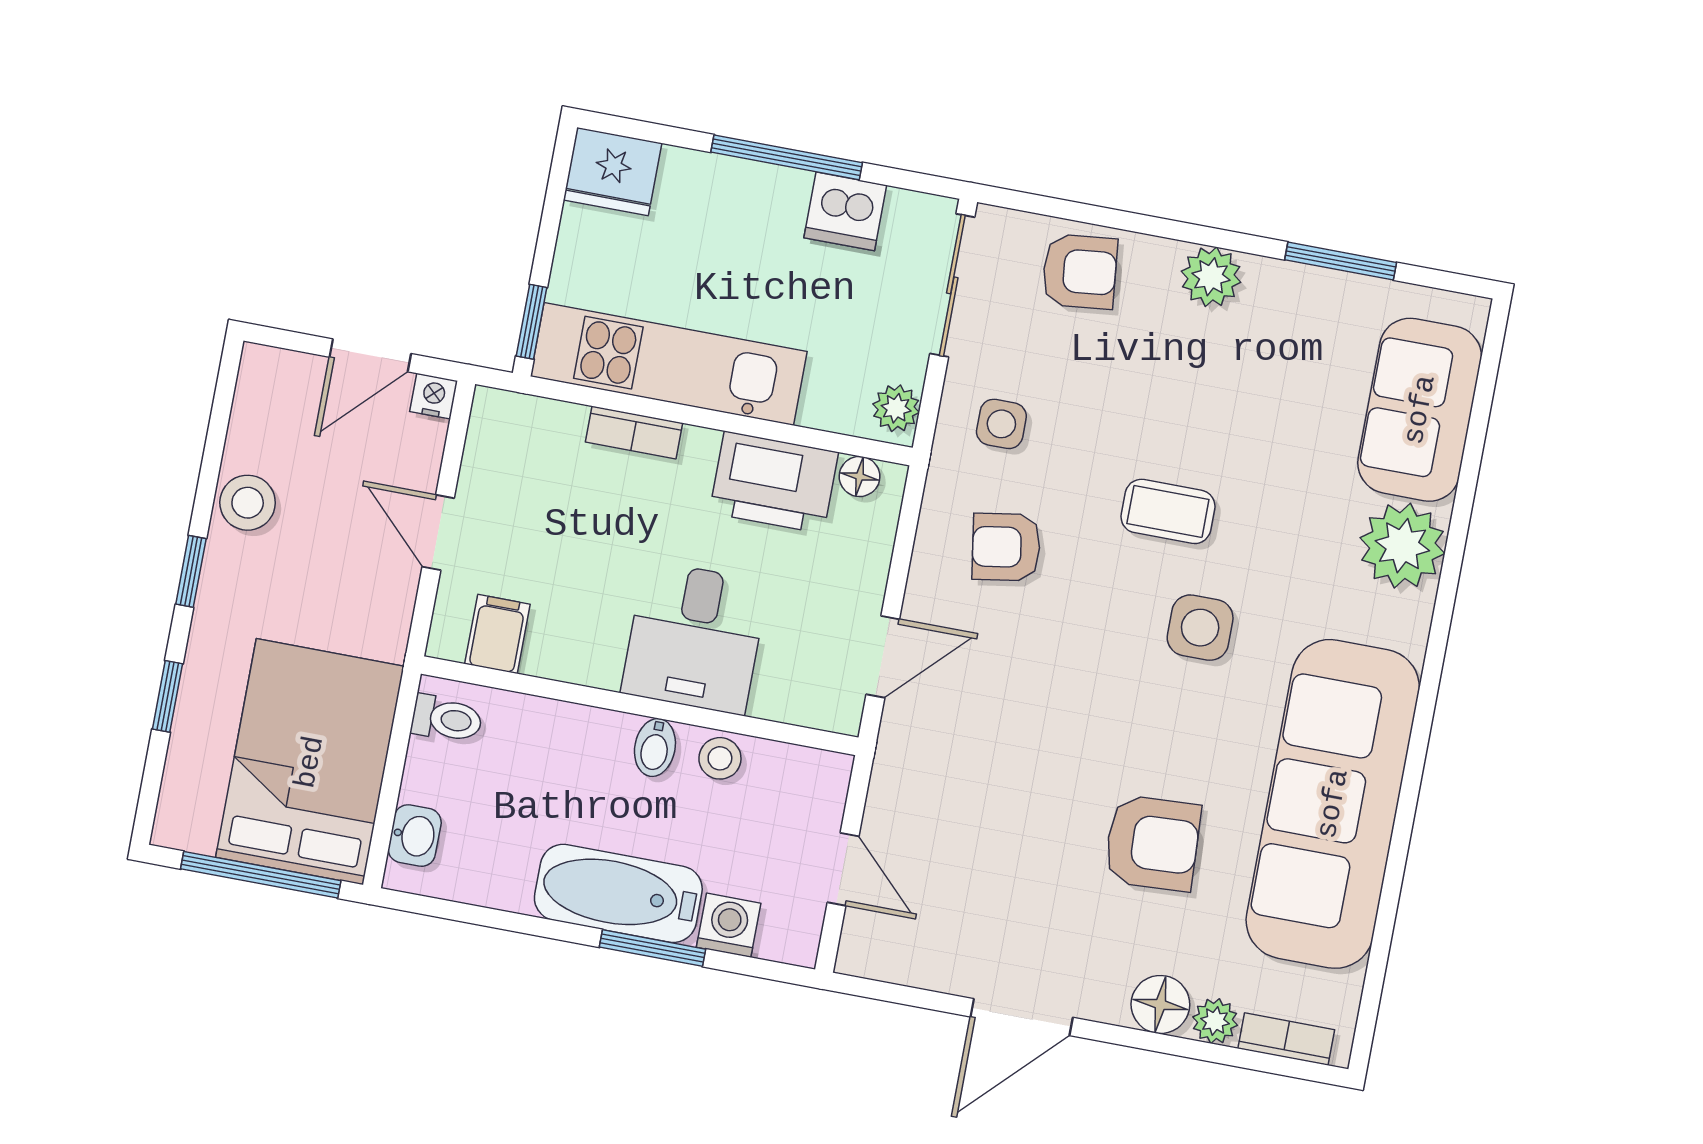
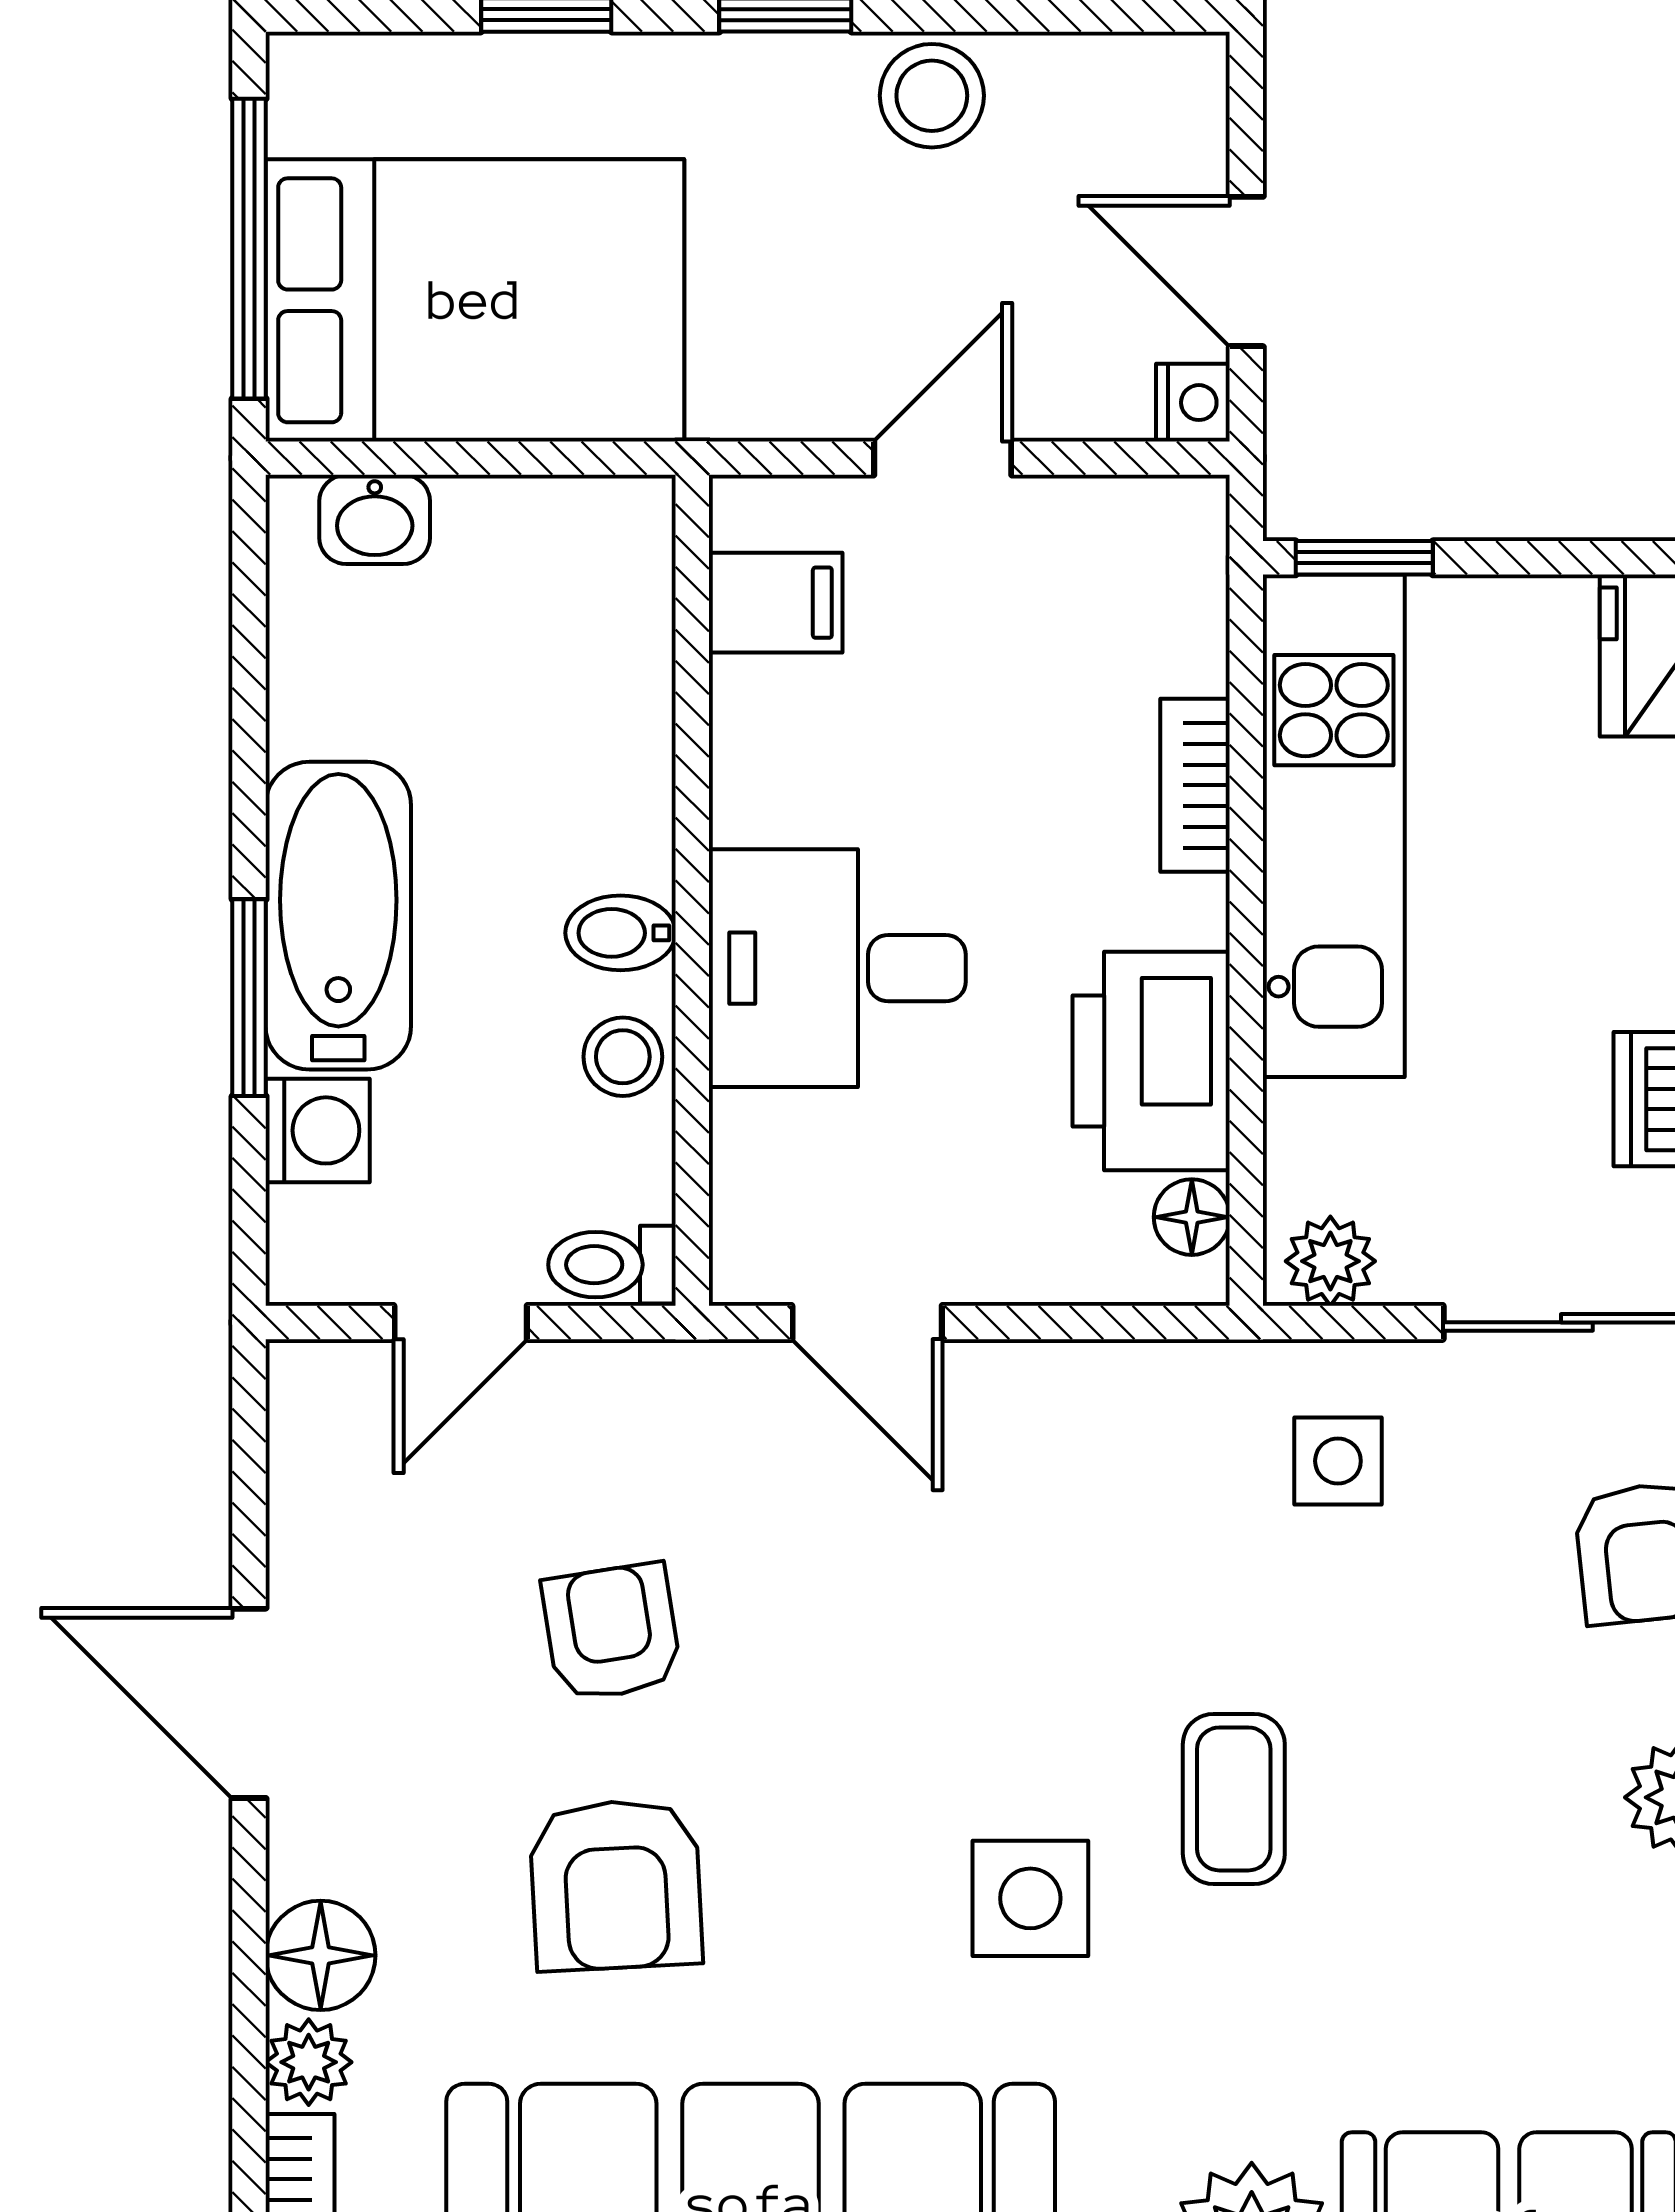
armchair: (1006, 547) -> (612, 1632), moved
toilet: (447, 719) -> (612, 1265), moved, turned 90

